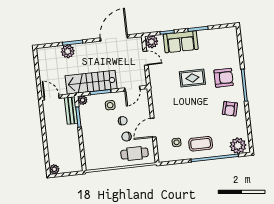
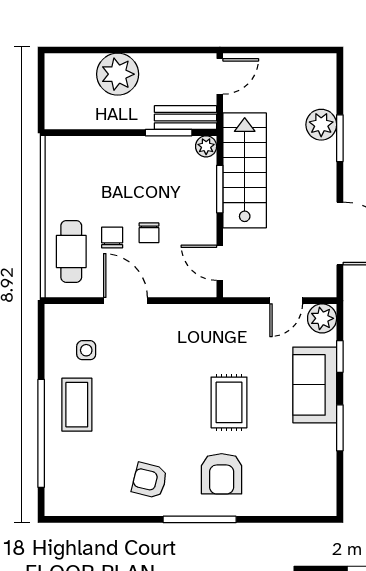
side table: (110, 105) -> (188, 208), removed
plant: (238, 146) -> (63, 489), removed
plant: (54, 169) -> (118, 74), moved, width x1.88, depth x1.88

